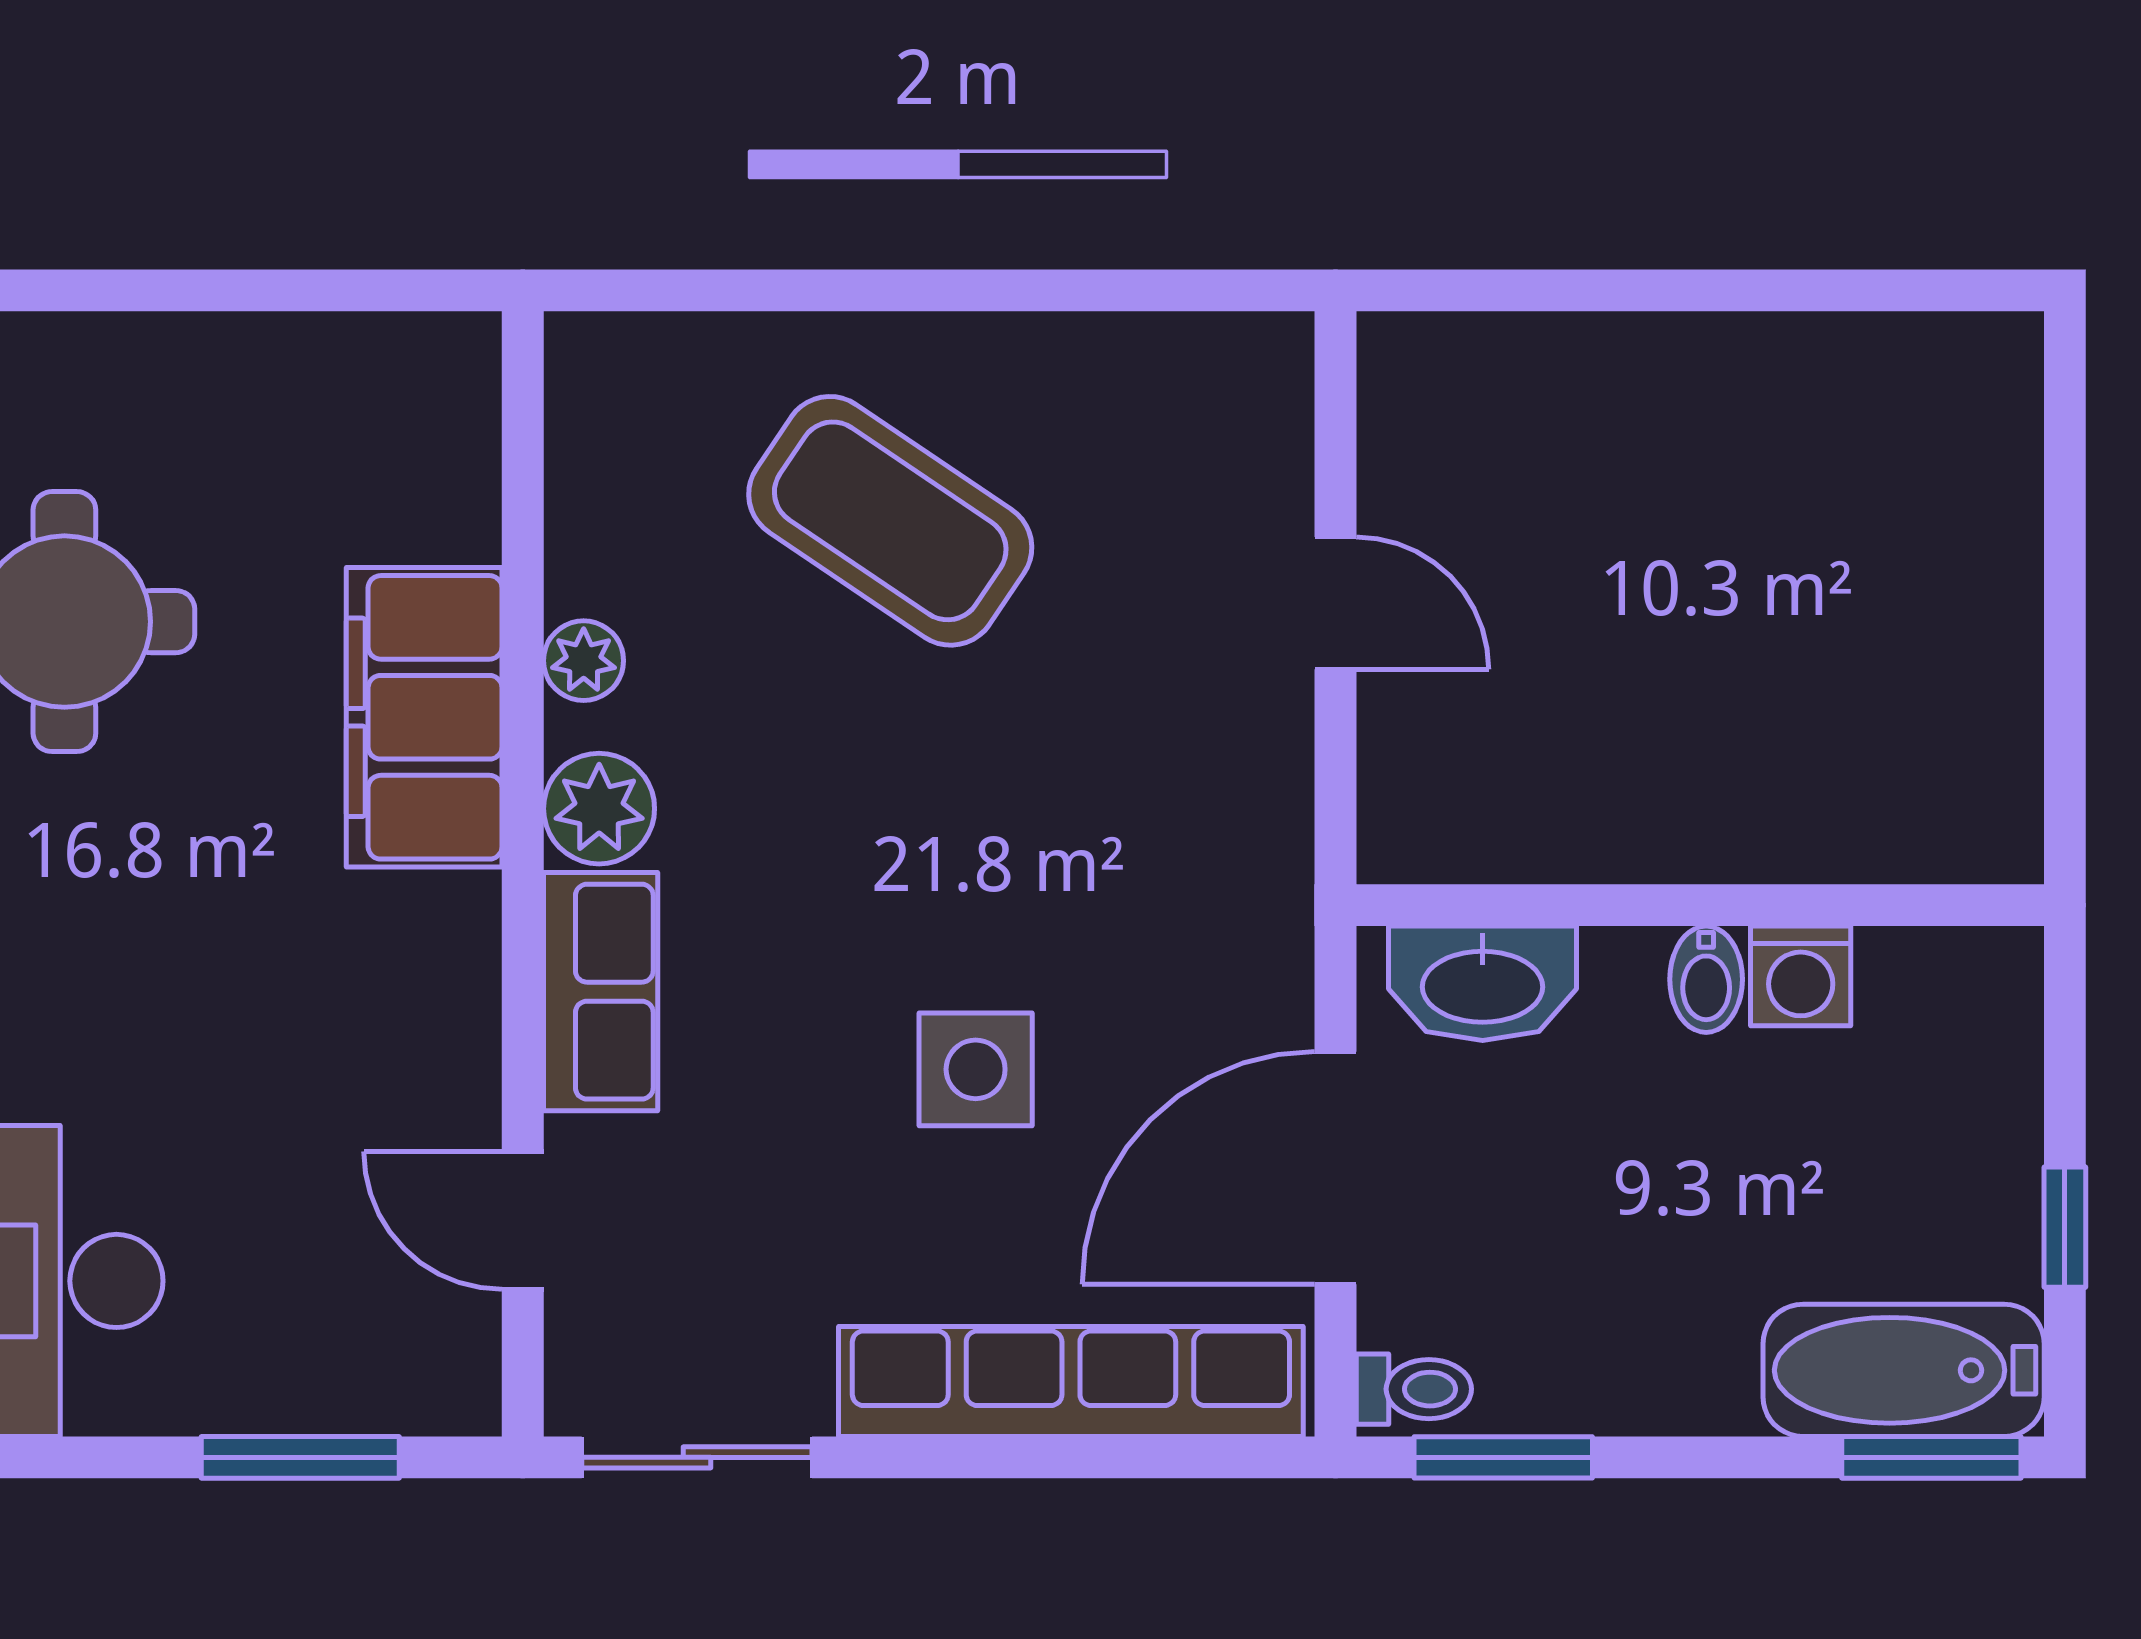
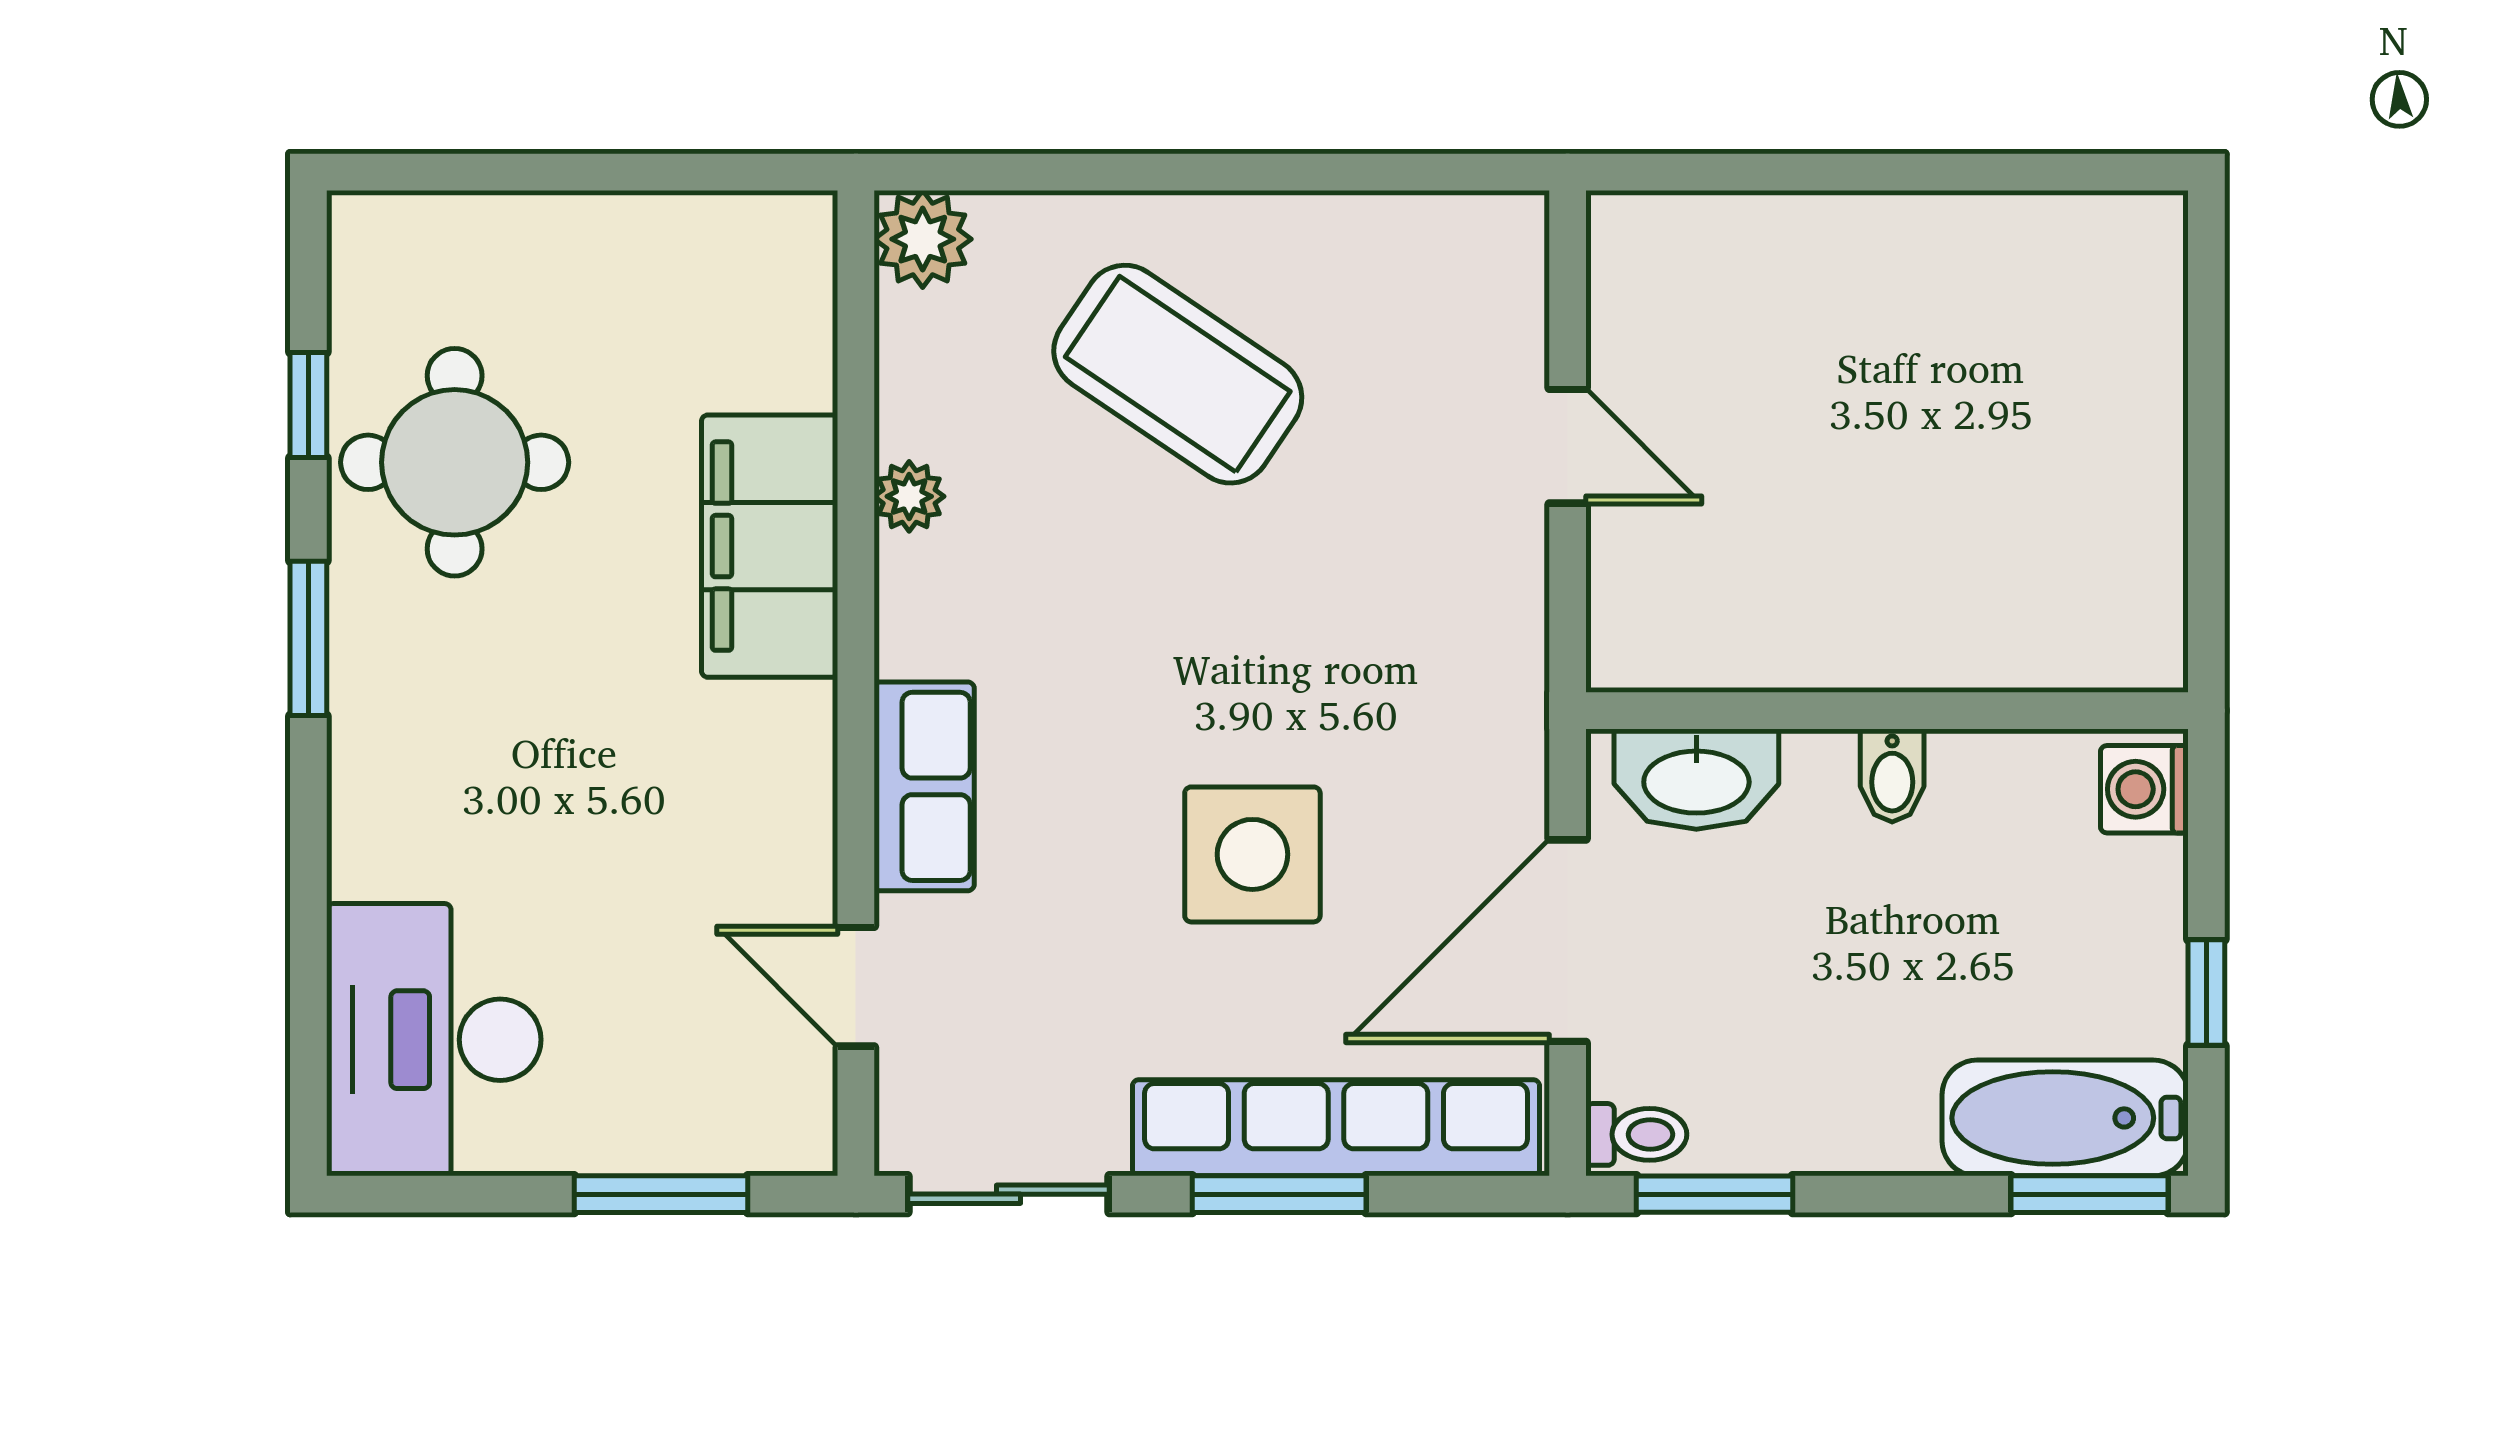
plant: (599, 809) -> (923, 239), moved
washing machine: (1801, 976) -> (2144, 789), moved, turned 90
side table: (976, 1069) -> (1252, 854), width x1.37, depth x1.37
window: (1006, 1457) -> (1279, 1194), added

